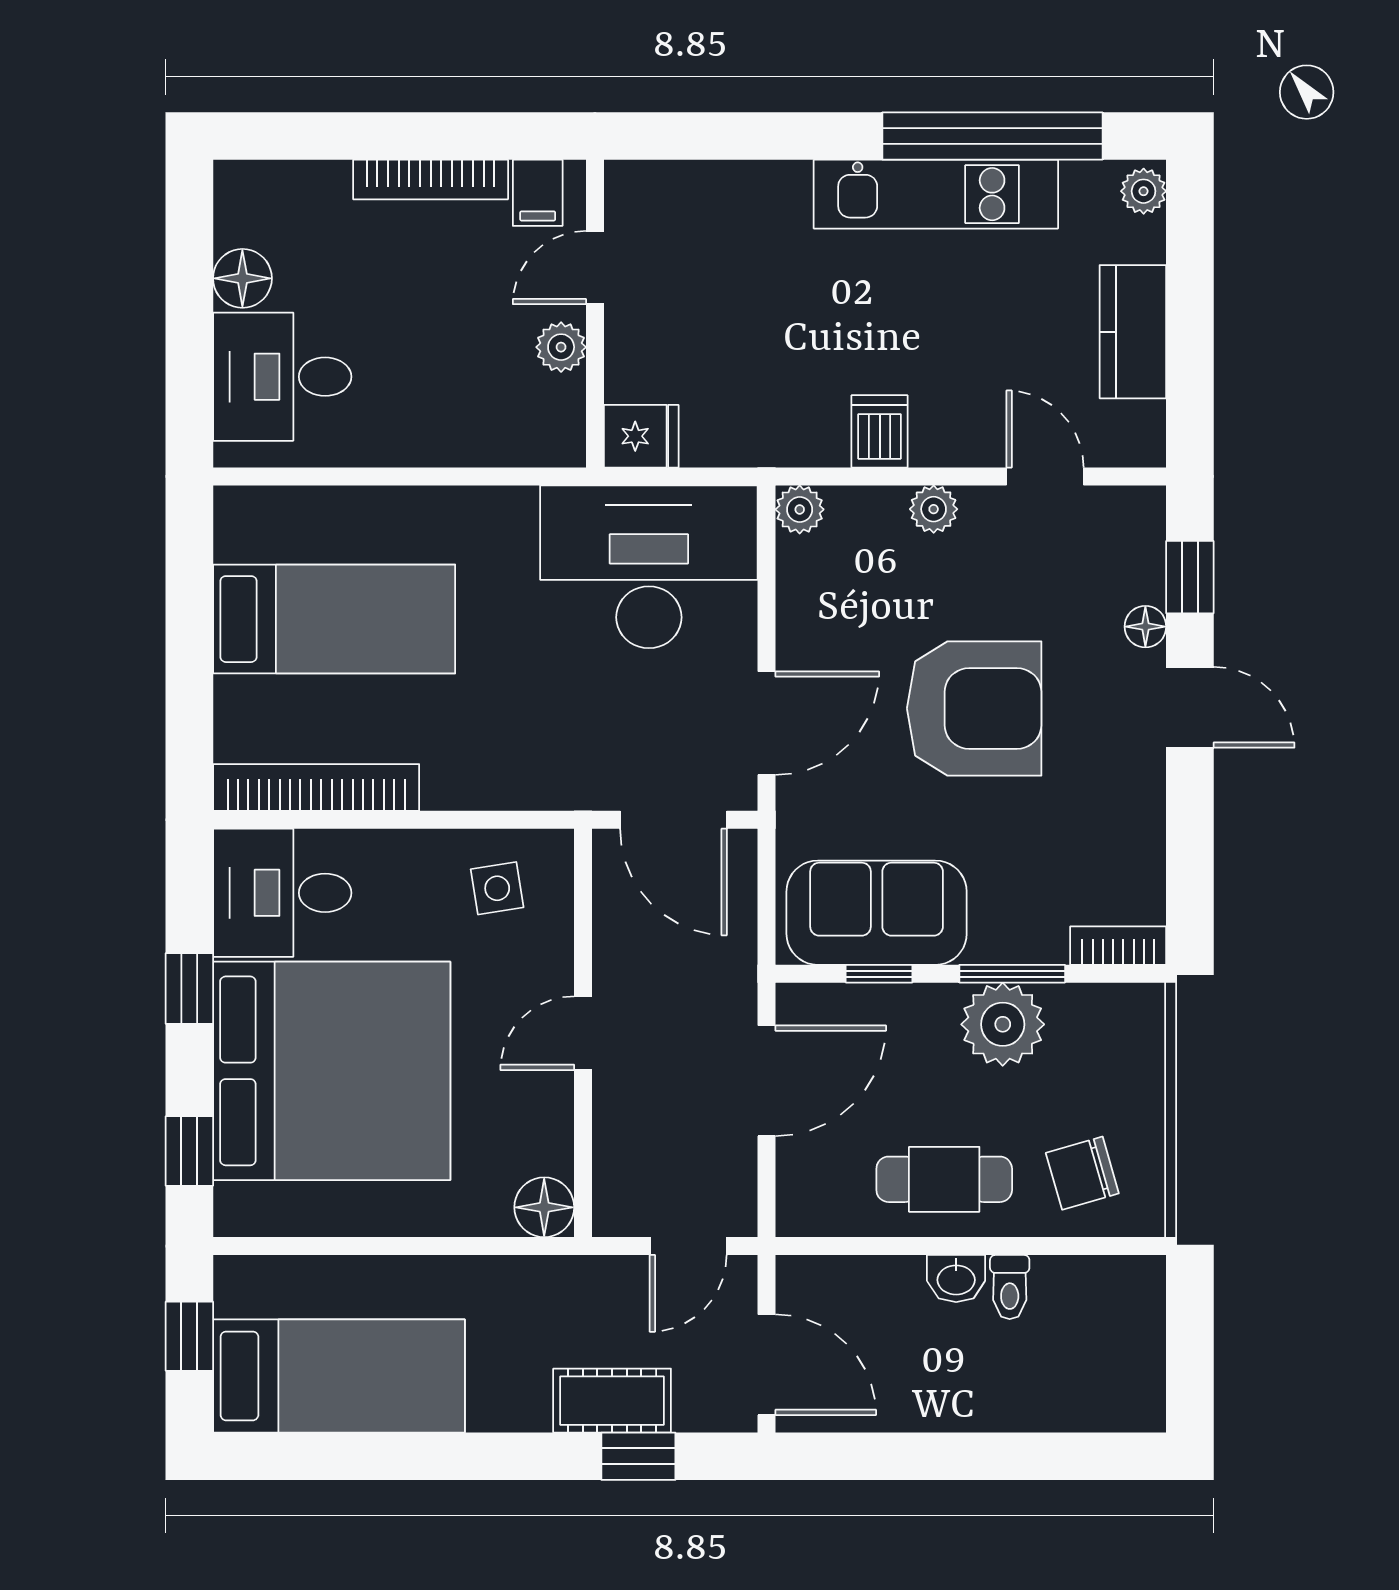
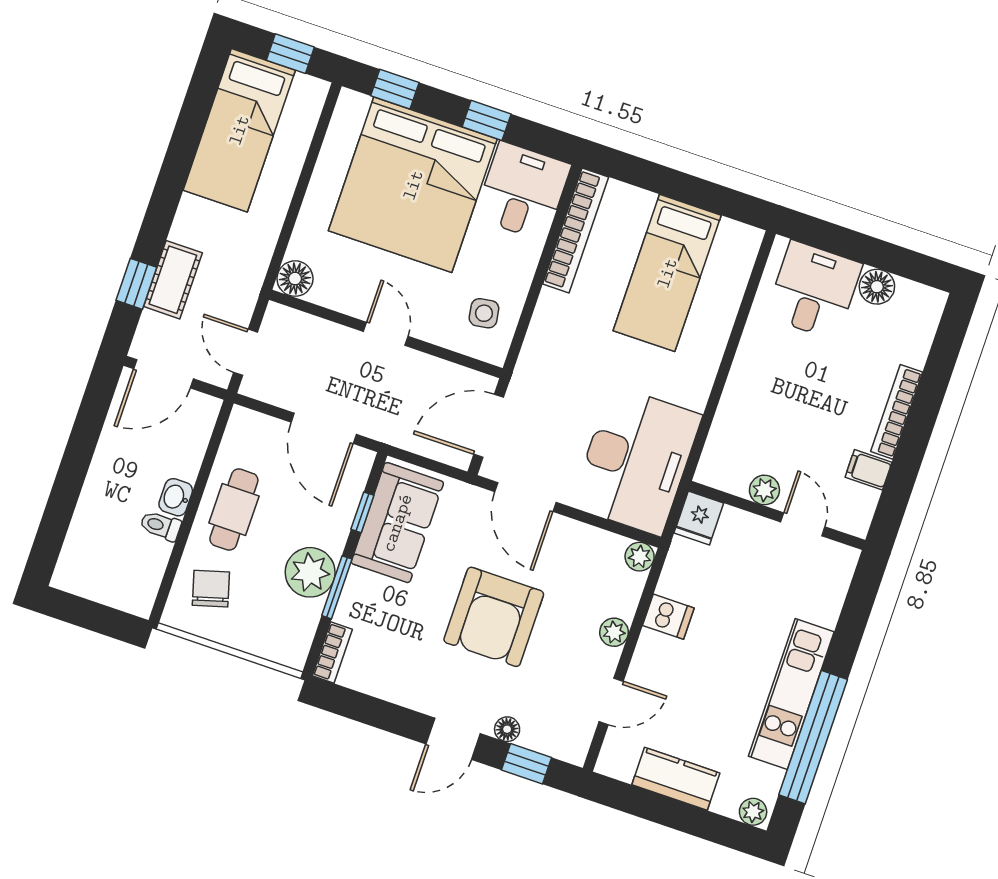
door: (595, 268) -> (803, 524), moved
wall: (595, 314) -> (777, 515), moved
plant: (561, 347) -> (764, 490), moved
fridge: (641, 436) -> (699, 518), moved

